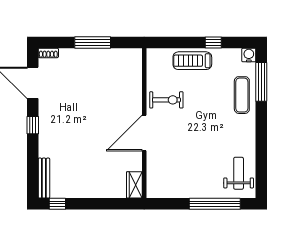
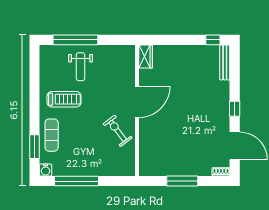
window: (213, 42) -> (77, 181), width x3.17
treadmill: (192, 61) -> (64, 99), moved
window: (261, 82) -> (34, 147), width x0.69
exercise bike: (166, 100) -> (118, 131), turned 53
weight bench: (239, 173) -> (81, 67), moved

